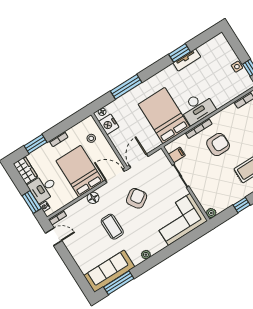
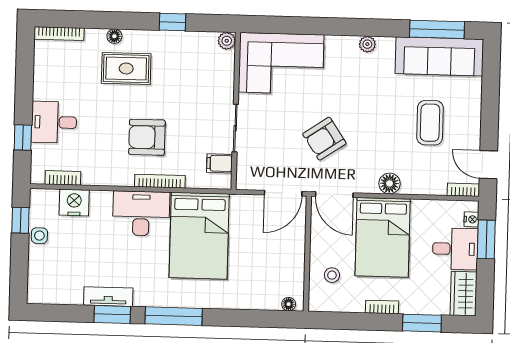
window: (126, 87) -> (174, 316), moved
nightstand: (109, 124) -> (74, 203), moved, turned -90
coffee table: (112, 227) -> (430, 123), moved

